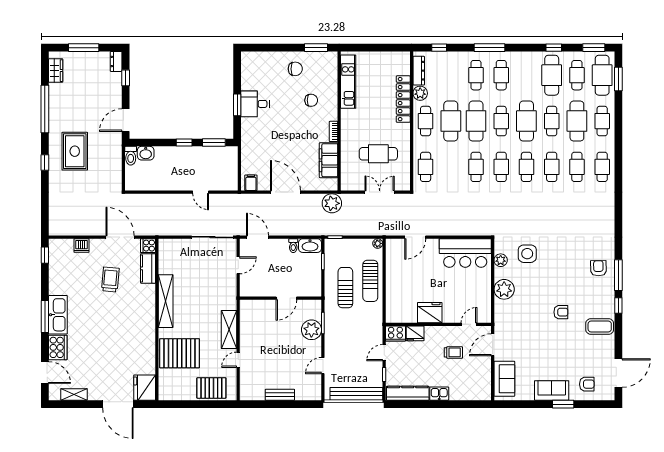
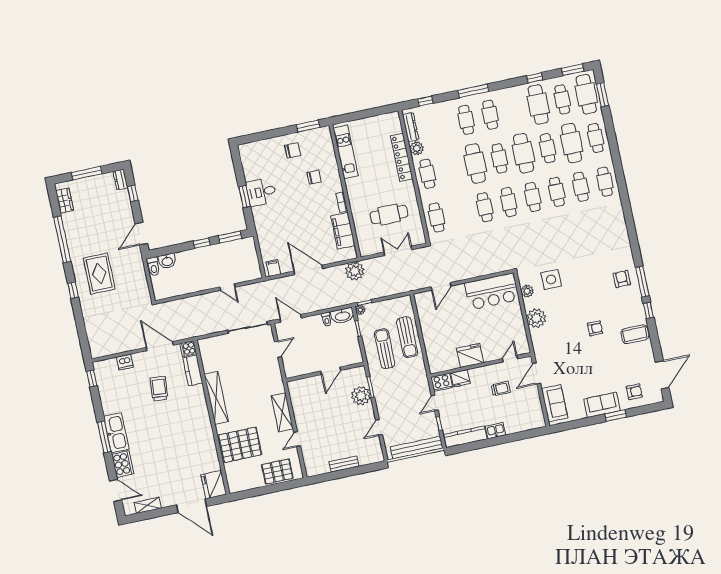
cafe table: (451, 121) -> (451, 169), removed
plant: (378, 243) -> (360, 310), moved

